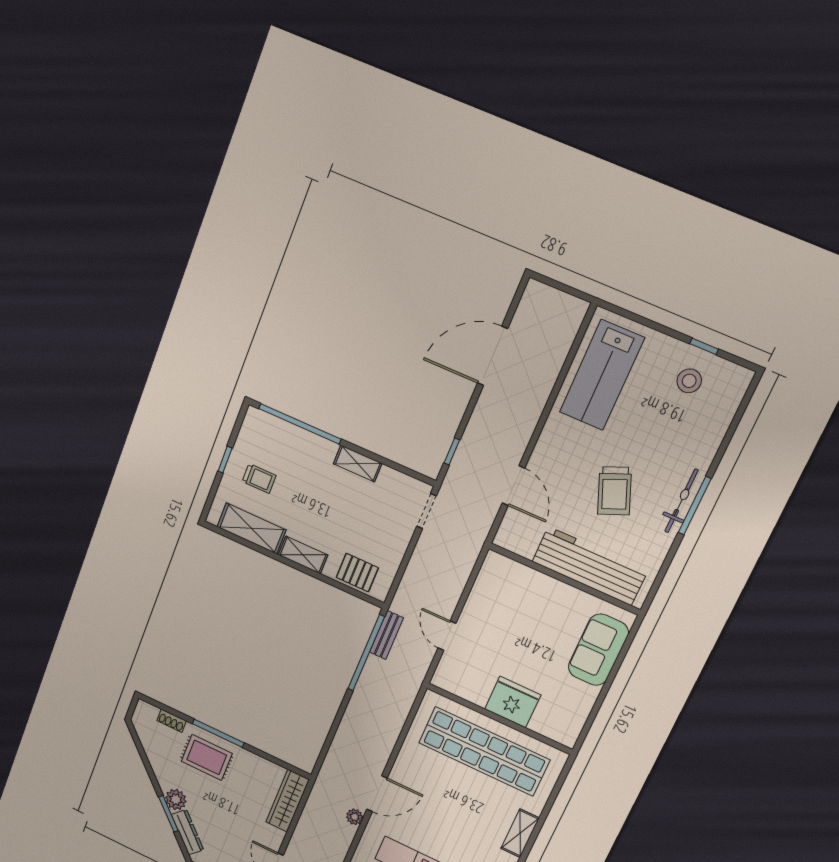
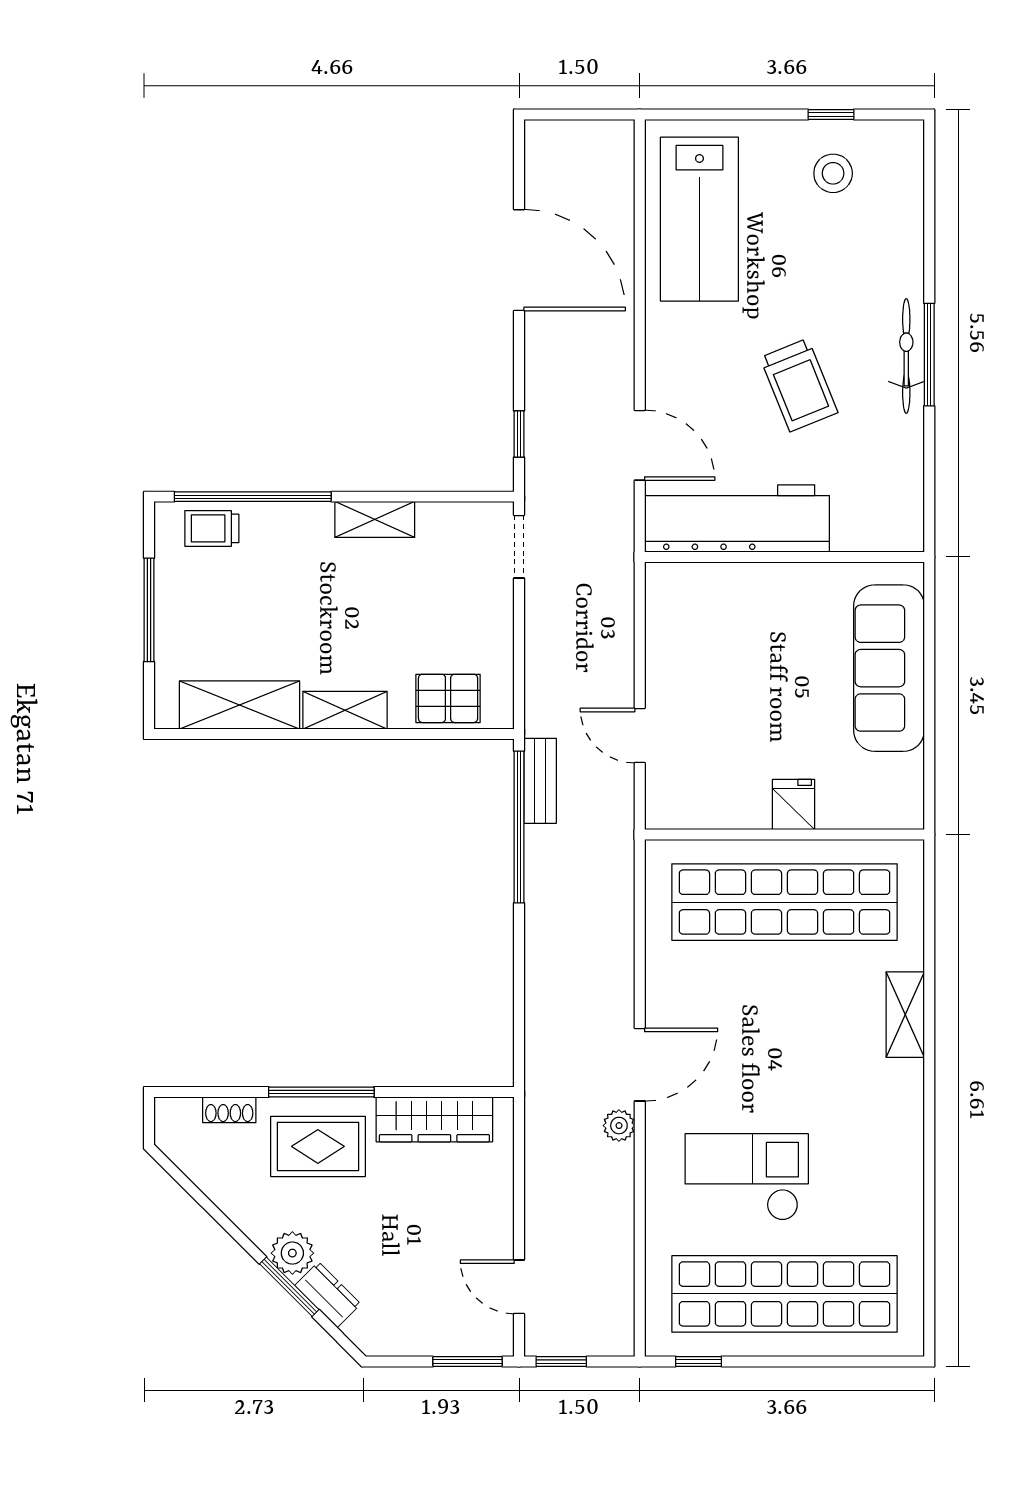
door: (493, 356) -> (519, 260), swing flipped
window: (225, 460) -> (149, 610), width x2.17
trolley: (259, 478) -> (212, 528), moved, turned 180
workbench: (590, 566) -> (737, 518), moved
sofa: (598, 650) -> (889, 668), width x1.36
fridge: (513, 702) -> (794, 805), width x0.53, depth x0.75
wardrobe: (287, 801) -> (434, 1119), moved, turned -90
dresser: (188, 832) -> (328, 1295), width x0.70

